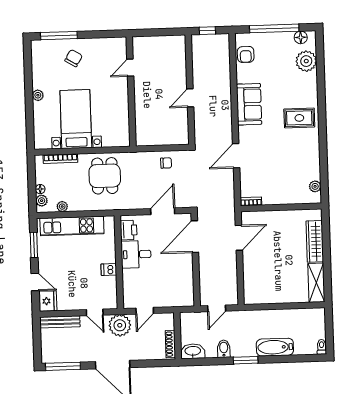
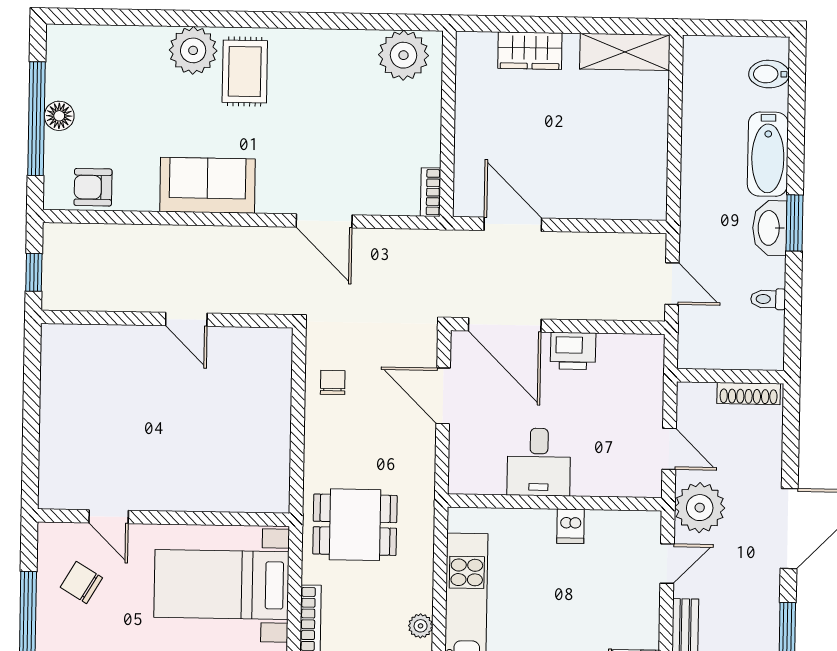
floor lamp: (301, 37) -> (59, 116), moved
armchair: (246, 54) -> (93, 187), turned 180
plant: (306, 61) -> (193, 50), moved
door: (130, 68) -> (109, 517), moved
wall: (131, 92) -> (164, 518), moved
plant: (315, 186) -> (403, 55), width x1.88, depth x1.88
printer: (129, 230) -> (573, 351), moved, turned 180
wardrobe: (315, 241) -> (530, 51), width x0.67
toilet: (322, 347) -> (768, 299), moved
bidet: (224, 349) -> (769, 74), moved
washbasin: (193, 351) -> (770, 228), moved

